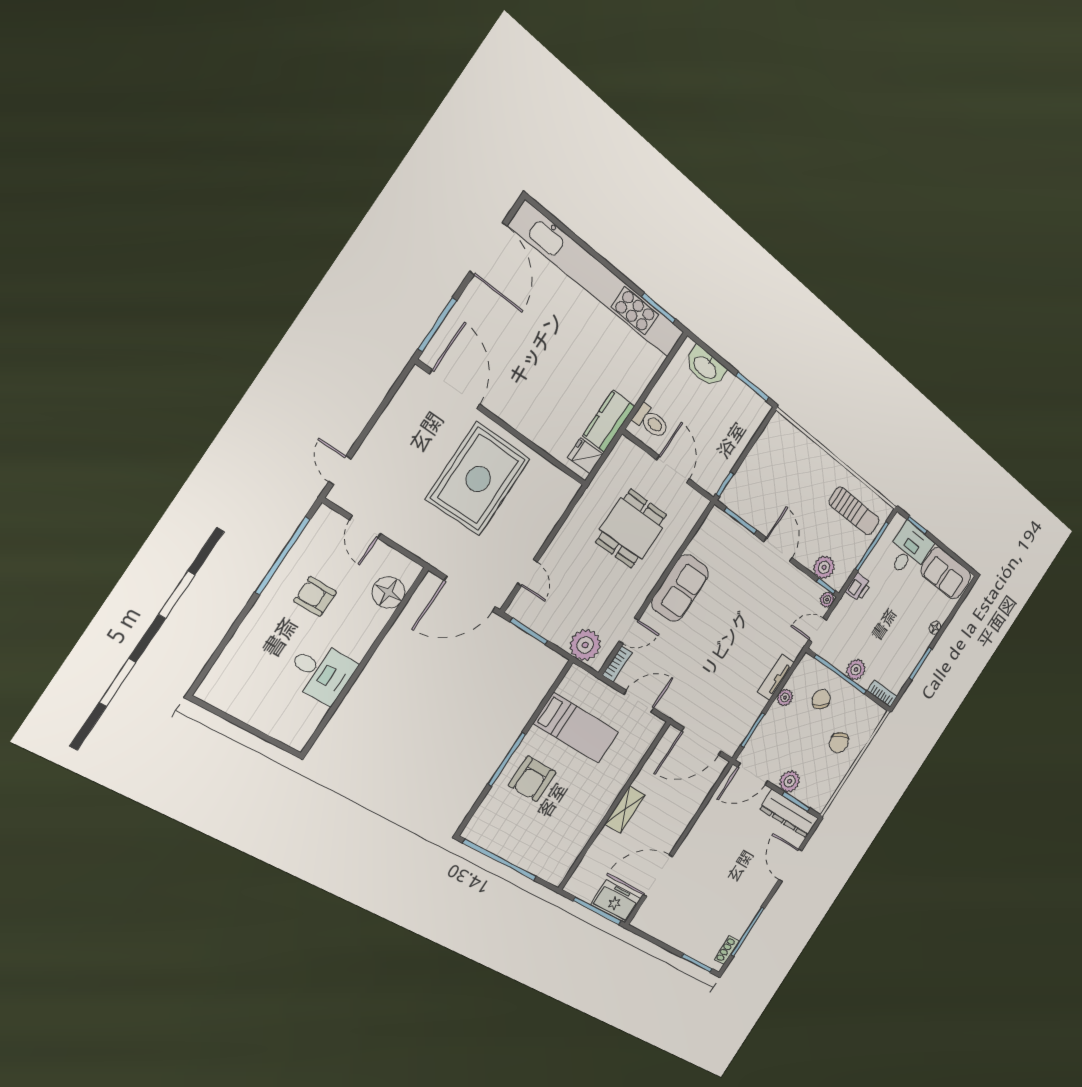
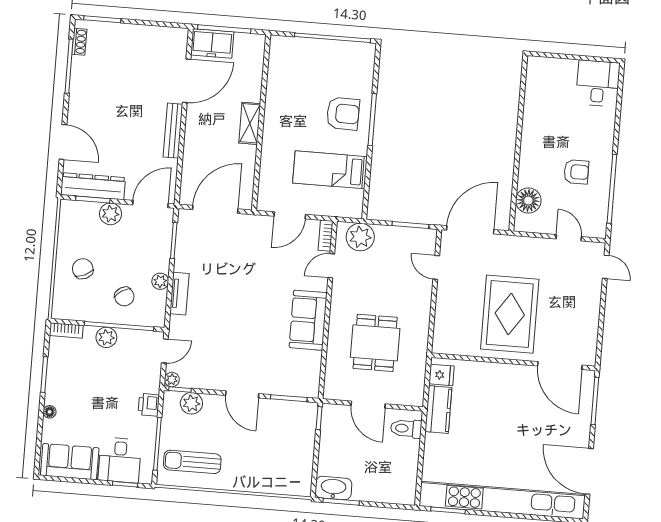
washbasin: (705, 367) -> (333, 488), moved
desk: (321, 672) -> (598, 83), moved, turned 90
armchair: (532, 779) -> (343, 114), turned 91
bench: (696, 834) -> (173, 131), added

